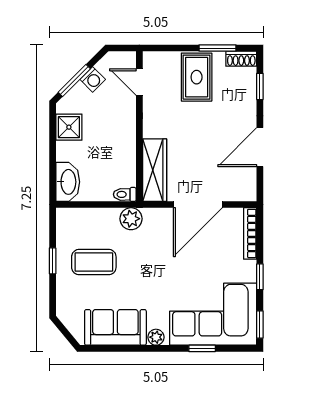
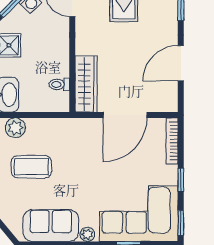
toilet: (125, 194) -> (59, 84), moved
plant: (131, 219) -> (15, 128), moved

